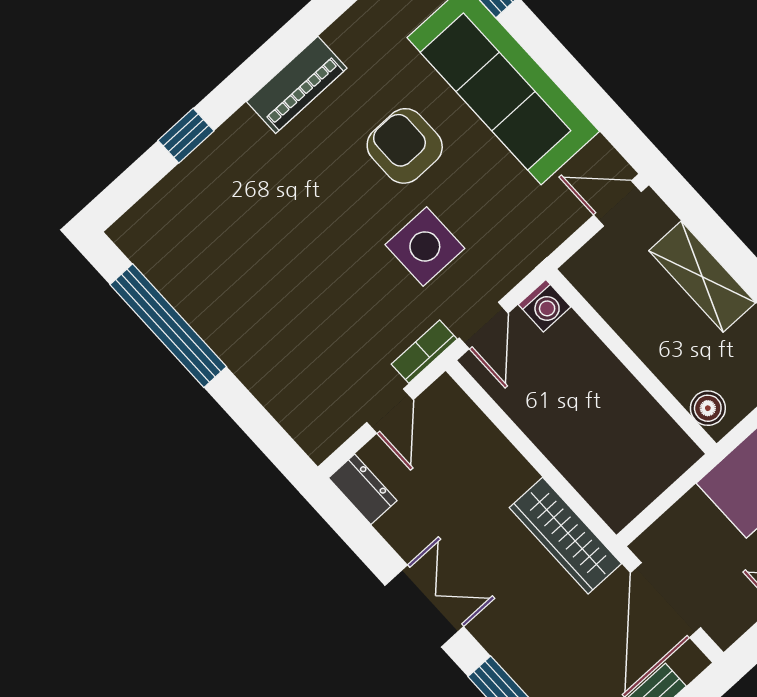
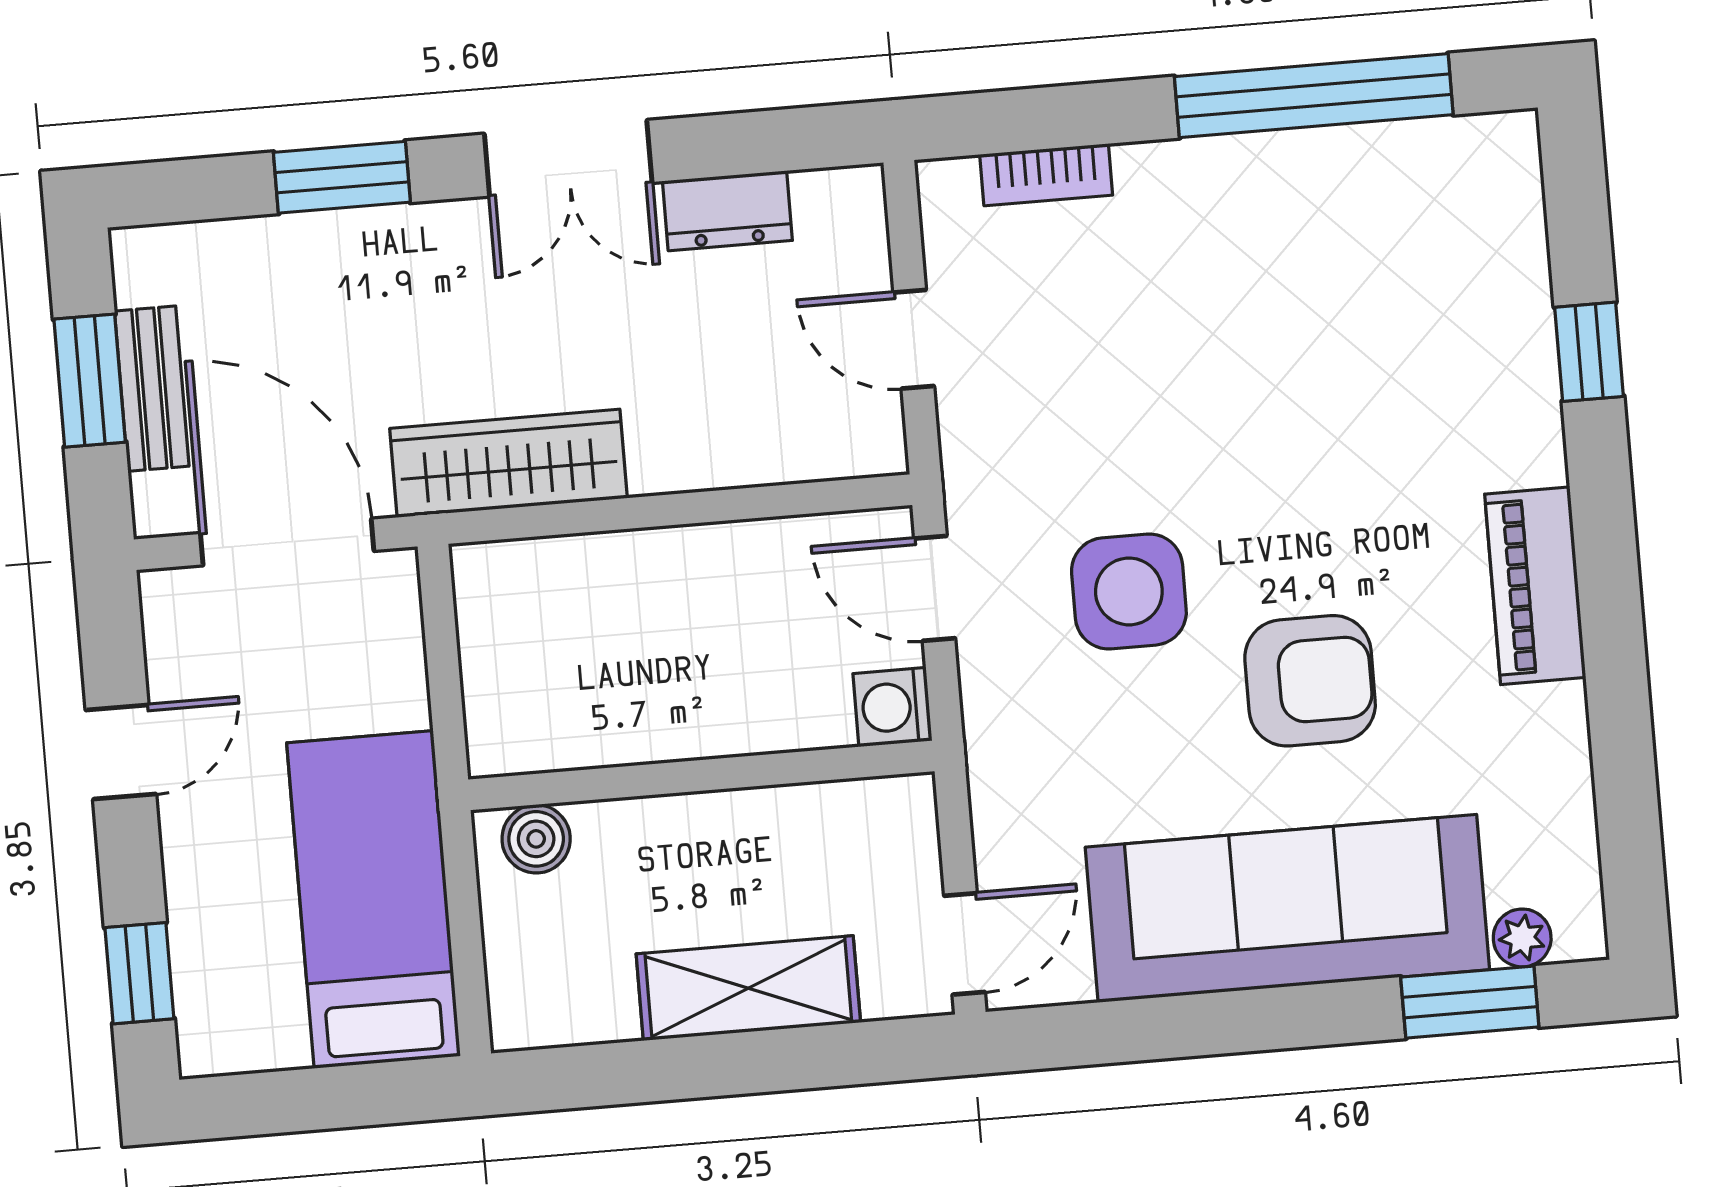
bookcase: (424, 352) -> (1046, 175), moved, turned 90
dresser: (363, 489) -> (727, 211), moved

